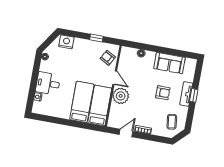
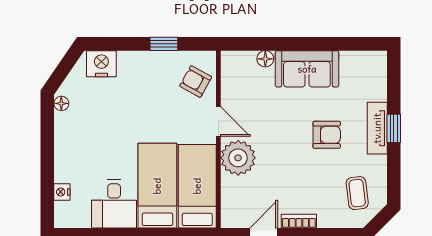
sofa: (169, 63) -> (307, 69), moved
desk: (48, 83) -> (114, 204), moved, turned -90

